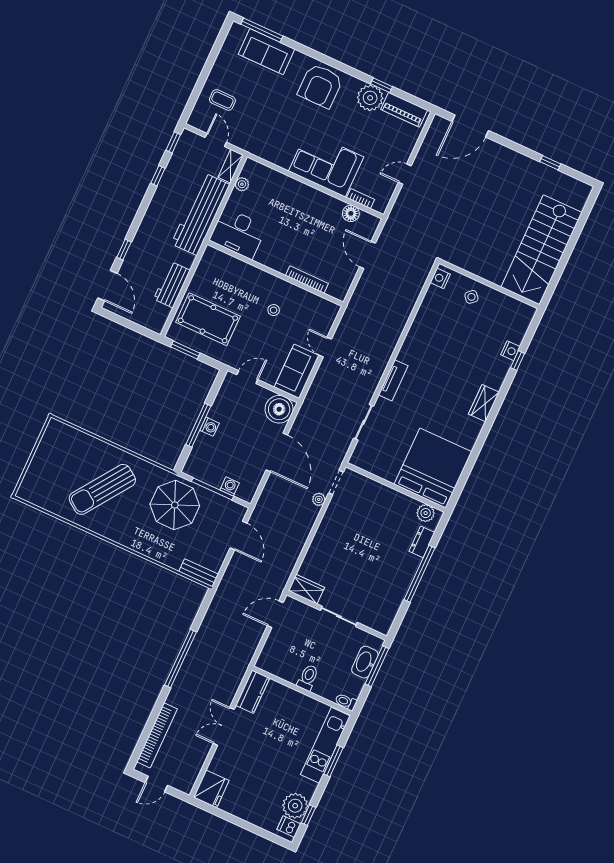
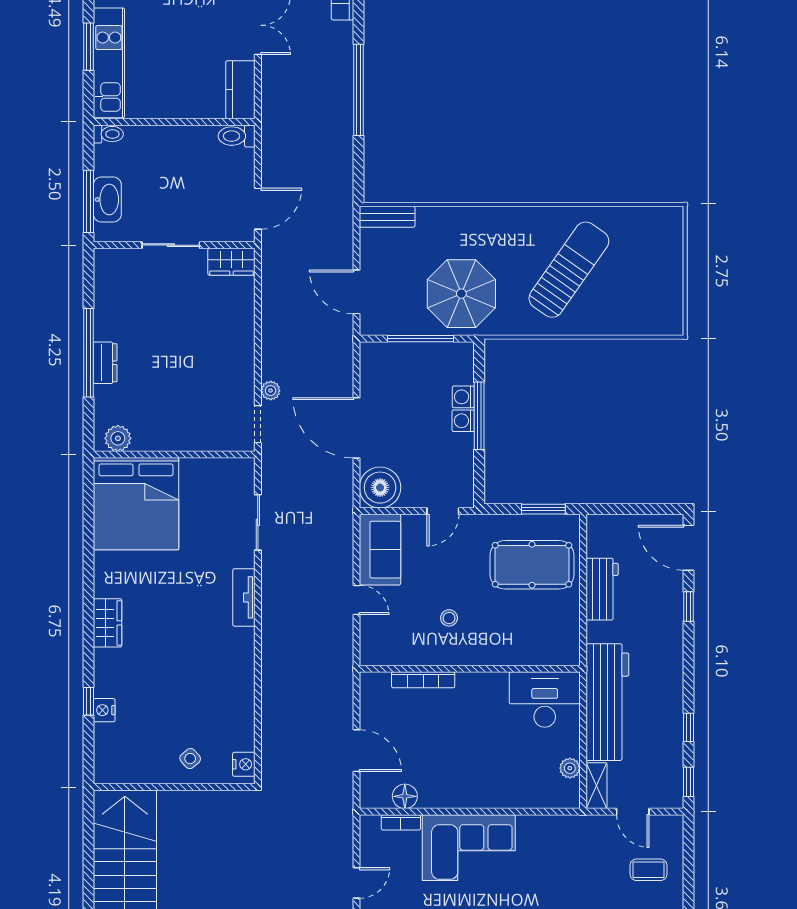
washing machine: (230, 486) -> (463, 397), moved, turned 90
dresser: (422, 542) -> (105, 363), moved
toilet: (308, 678) -> (237, 136), moved, turned 90

